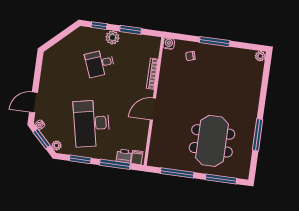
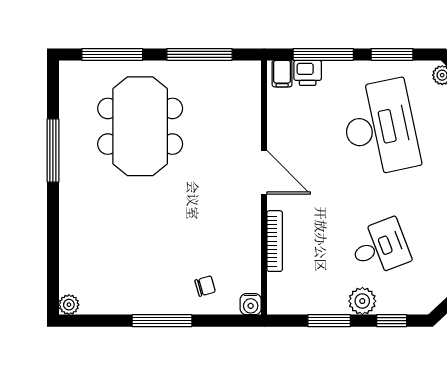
door: (153, 109) -> (264, 172), hinge flipped

